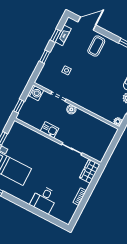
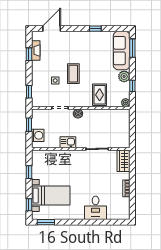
coffee table: (96, 46) -> (73, 74), moved
window: (45, 57) -> (29, 92), moved
washing machine: (36, 93) -> (38, 135), moved
rug: (99, 103) -> (100, 95), added
window: (19, 106) -> (29, 125), moved

